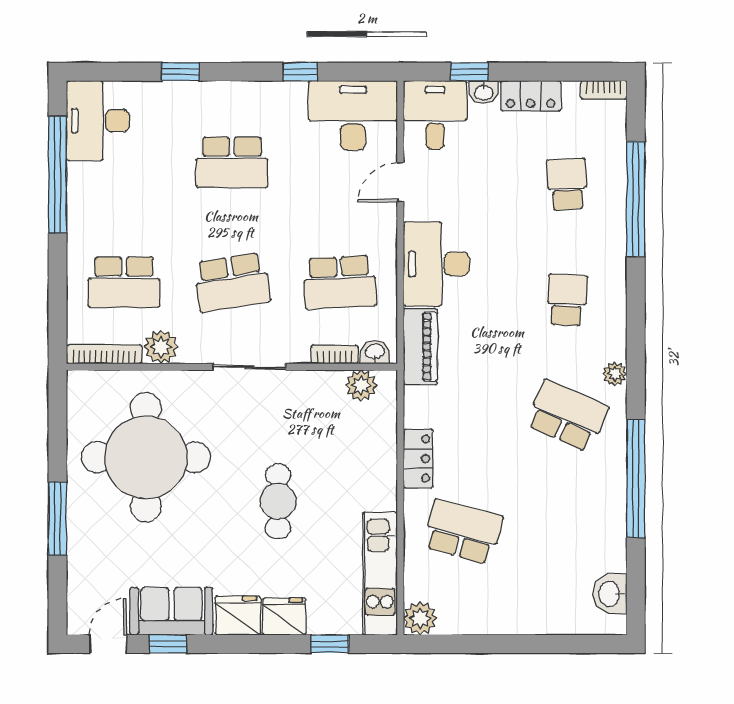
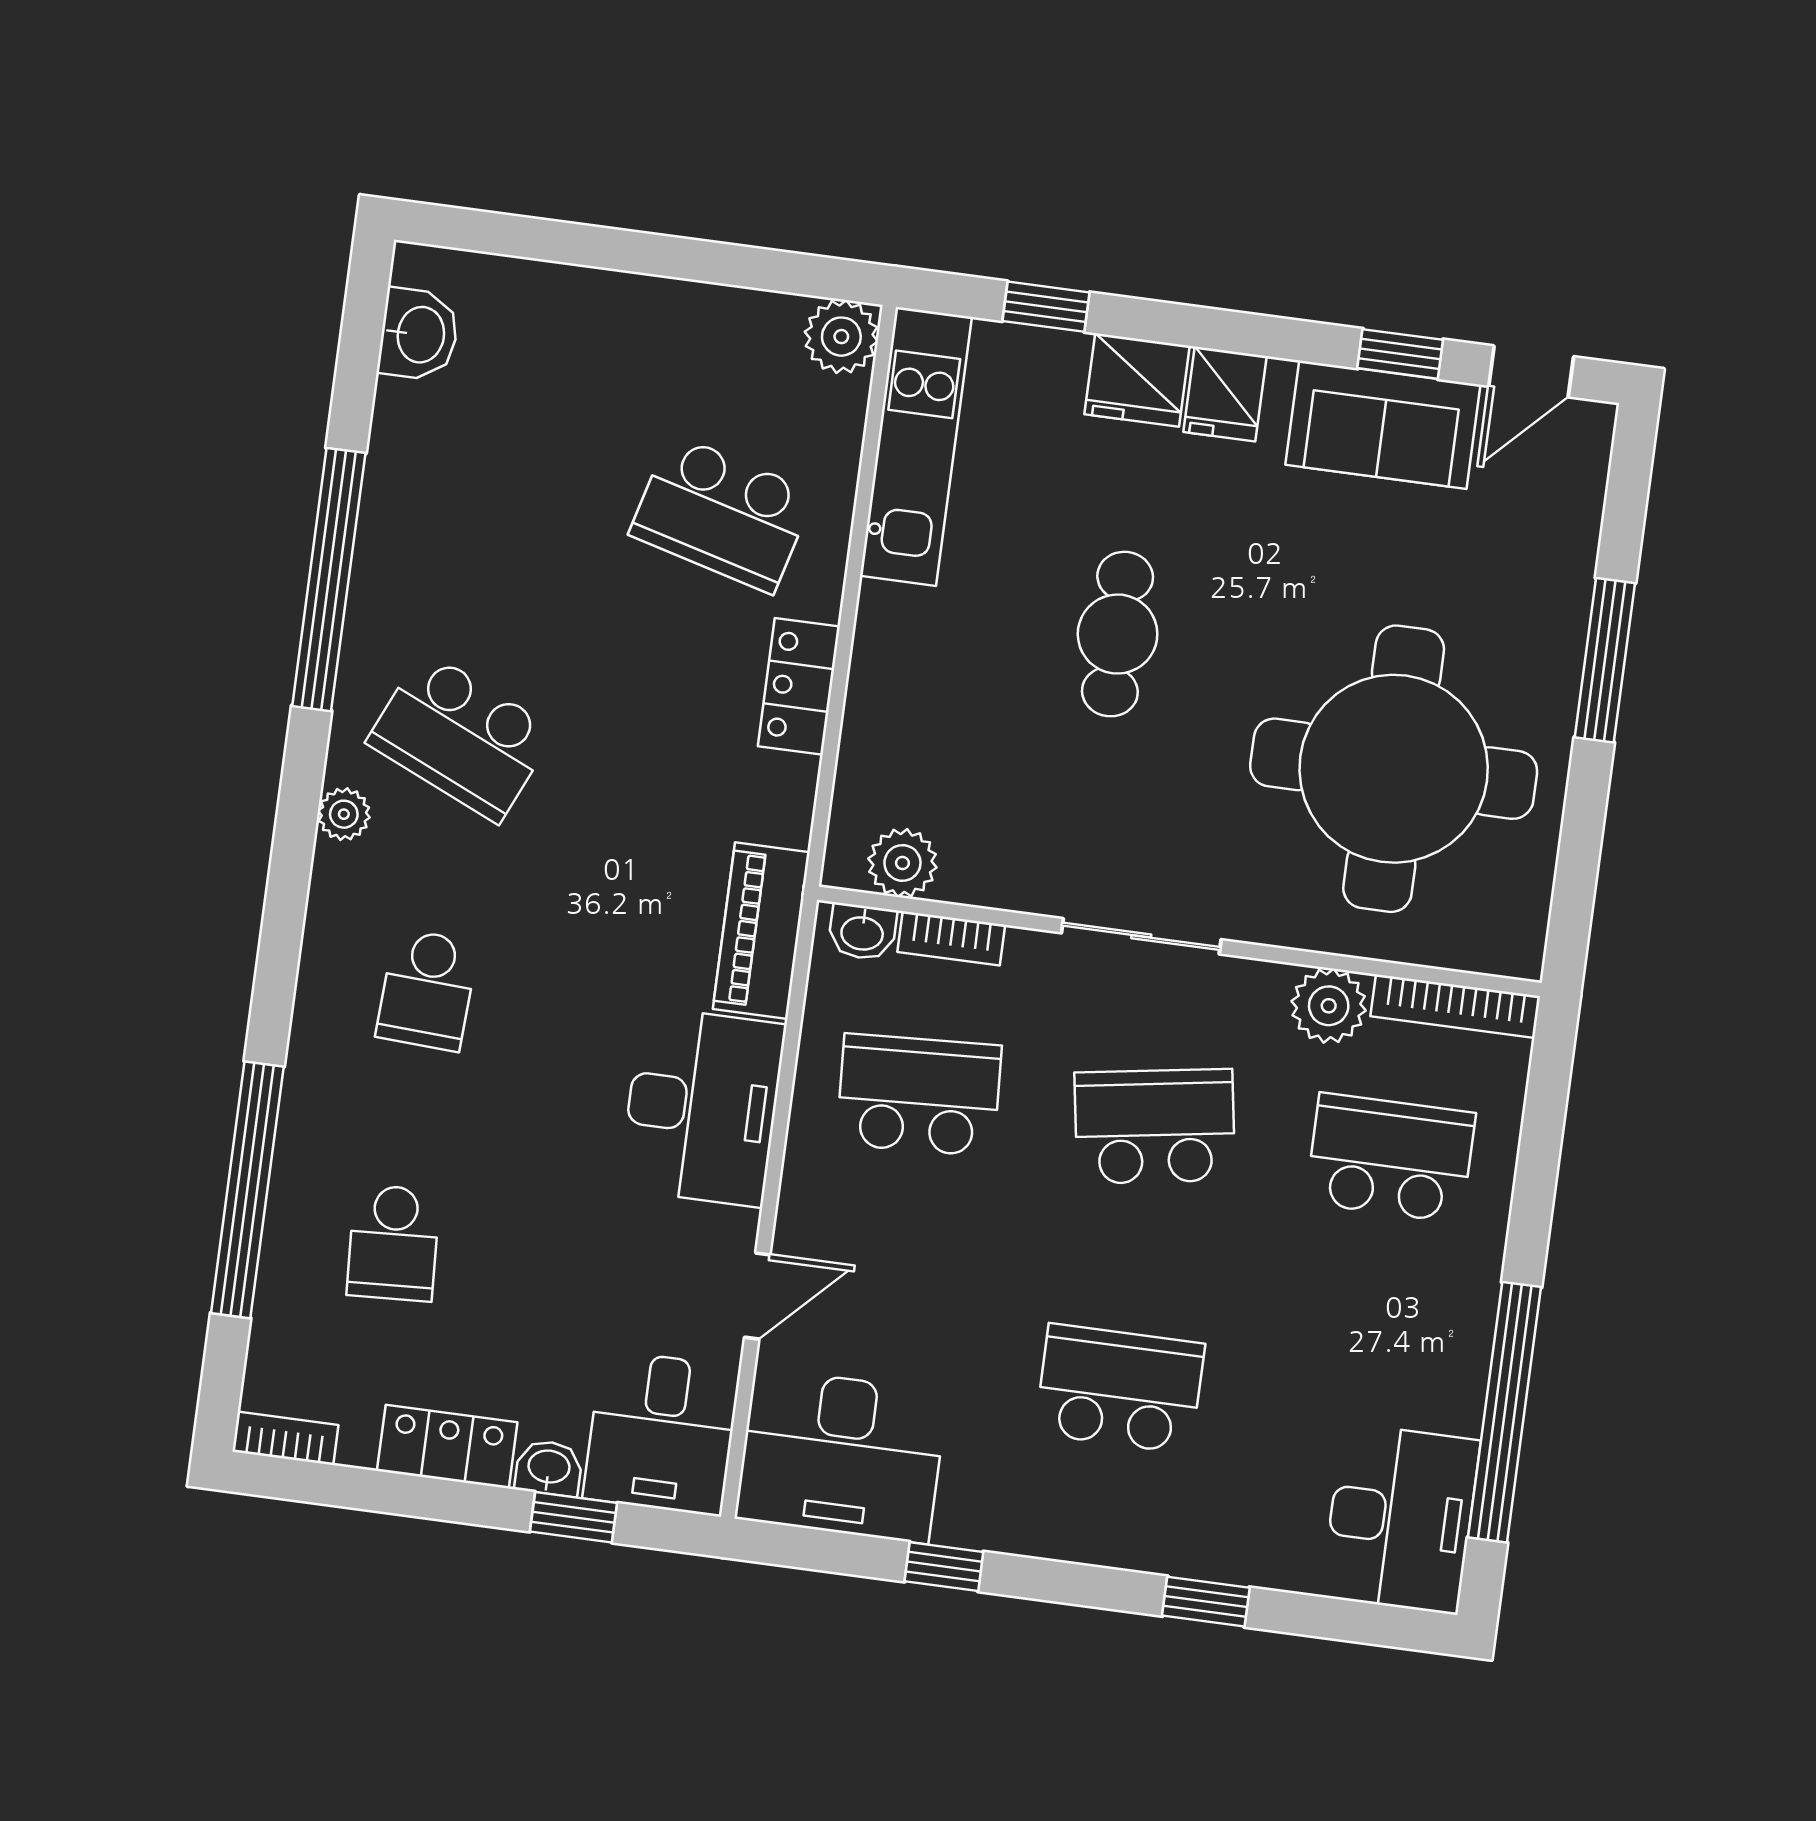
fridge: (238, 616) -> (1225, 394), width x0.72

